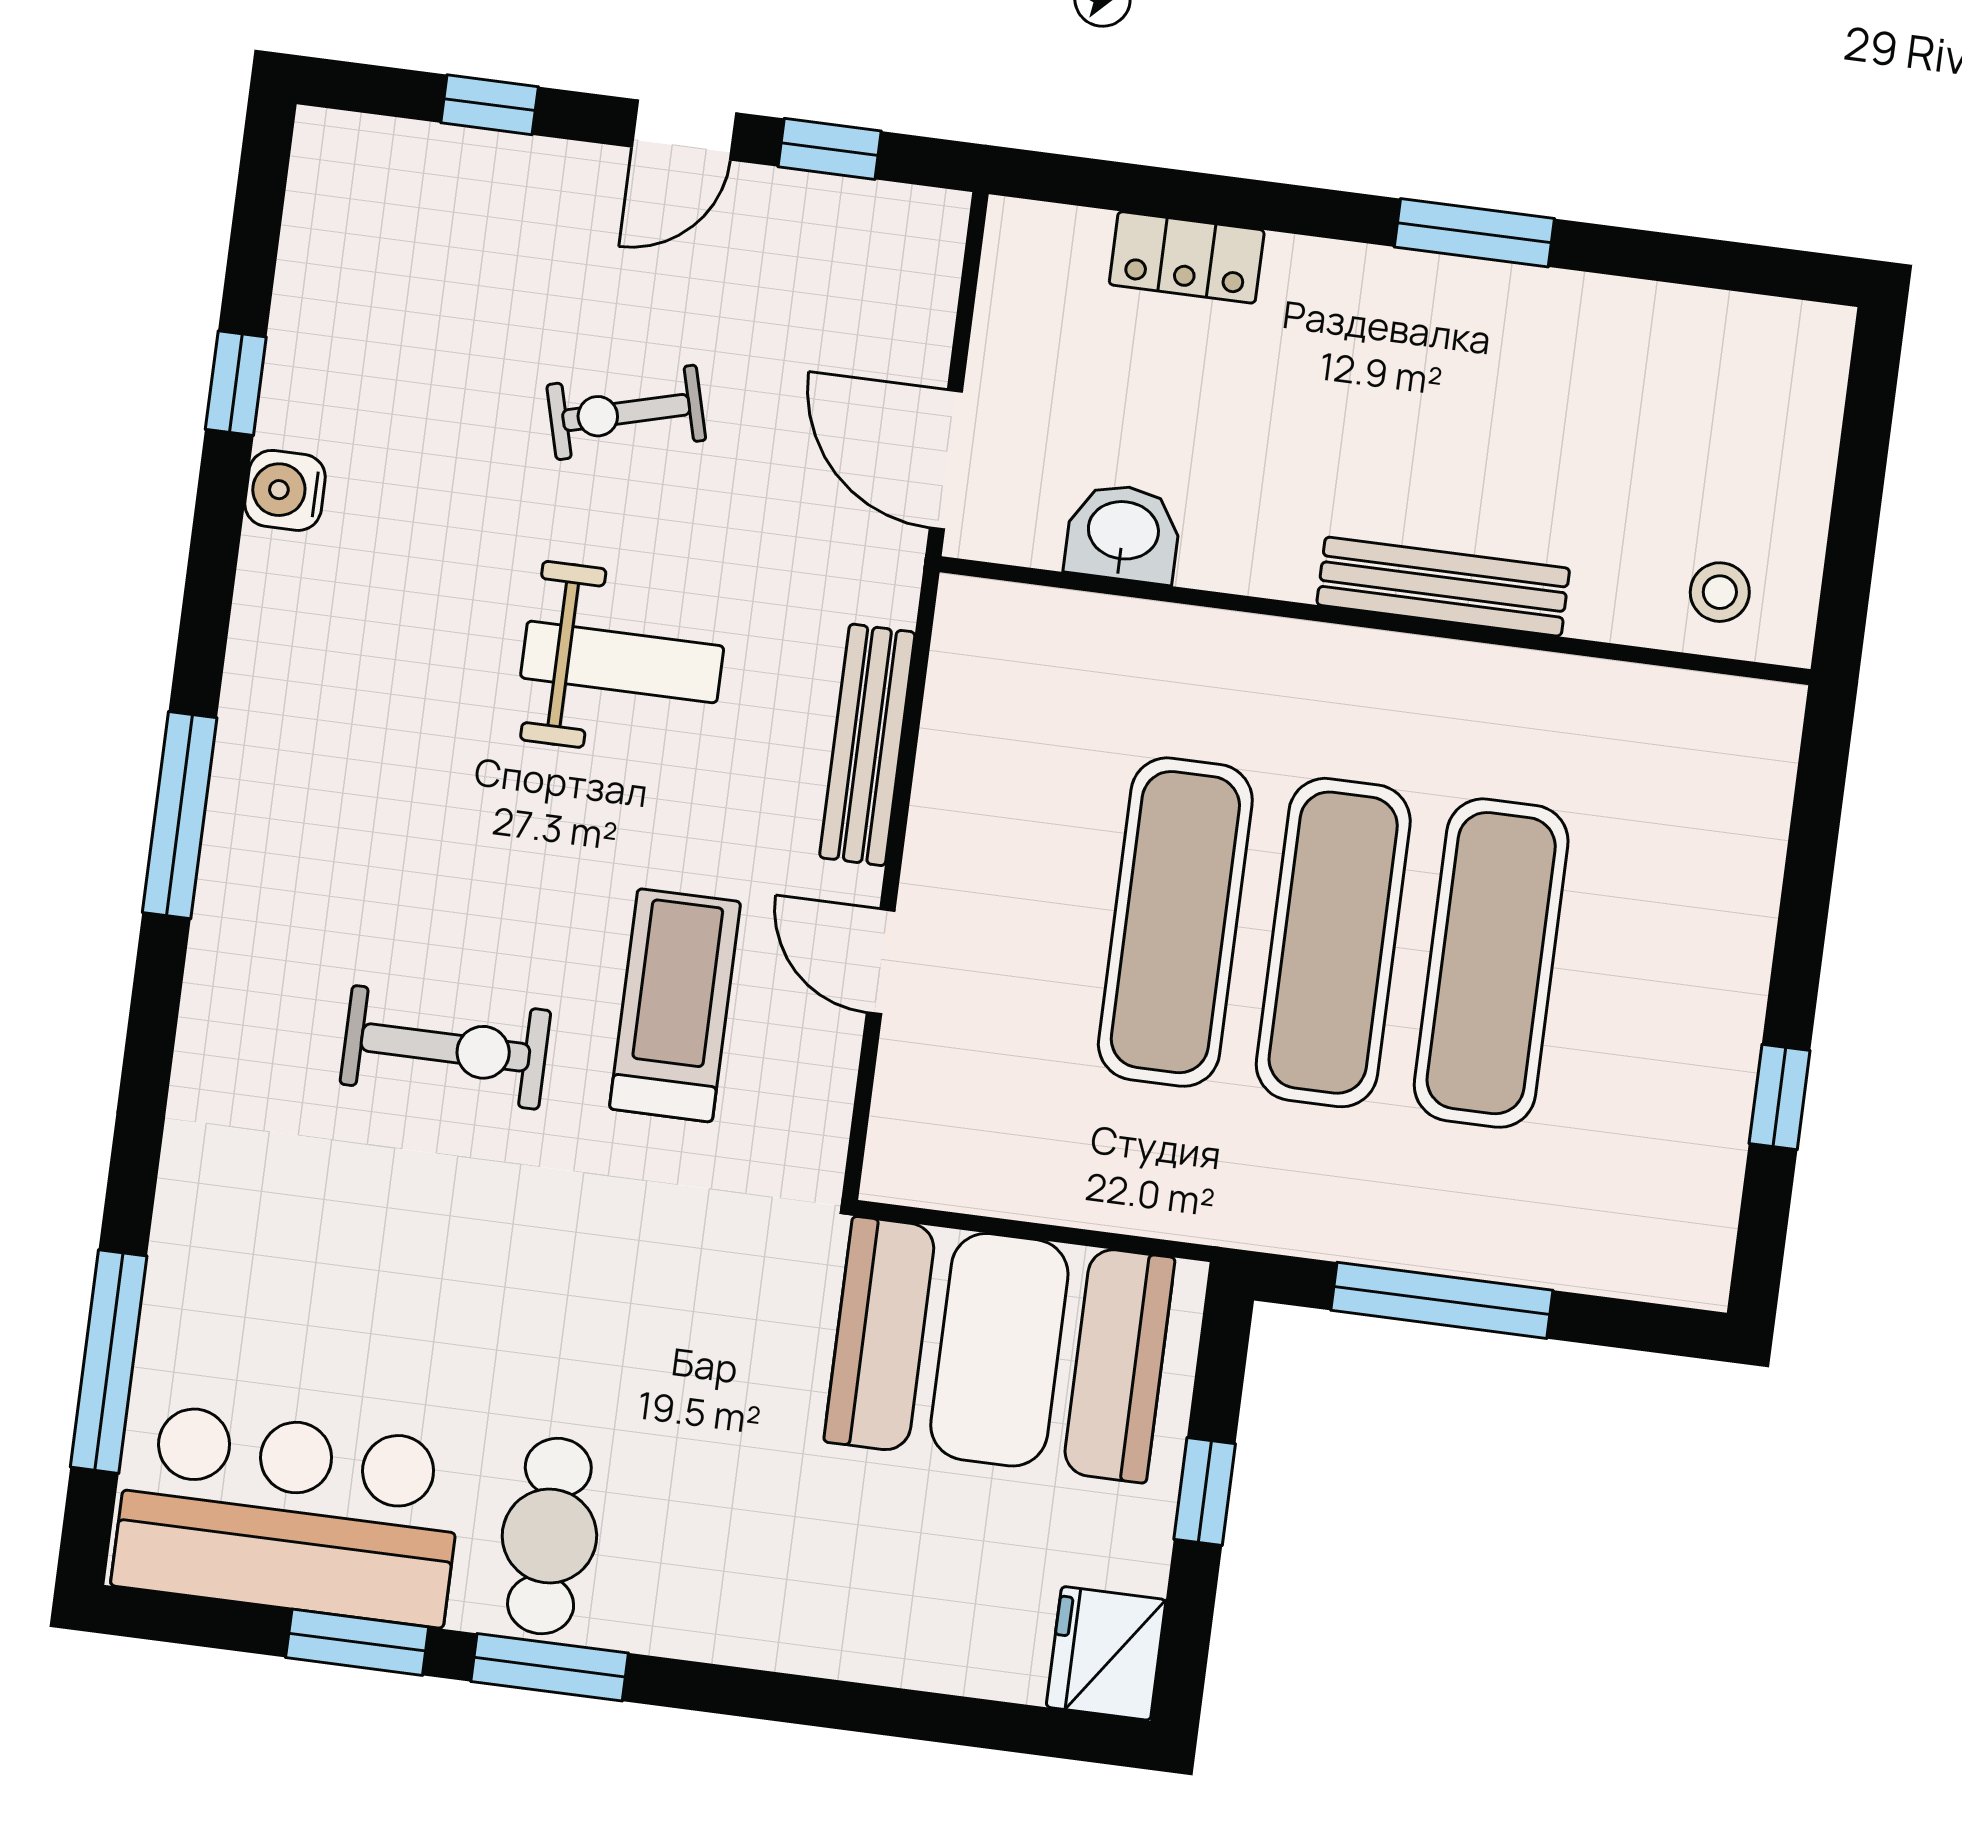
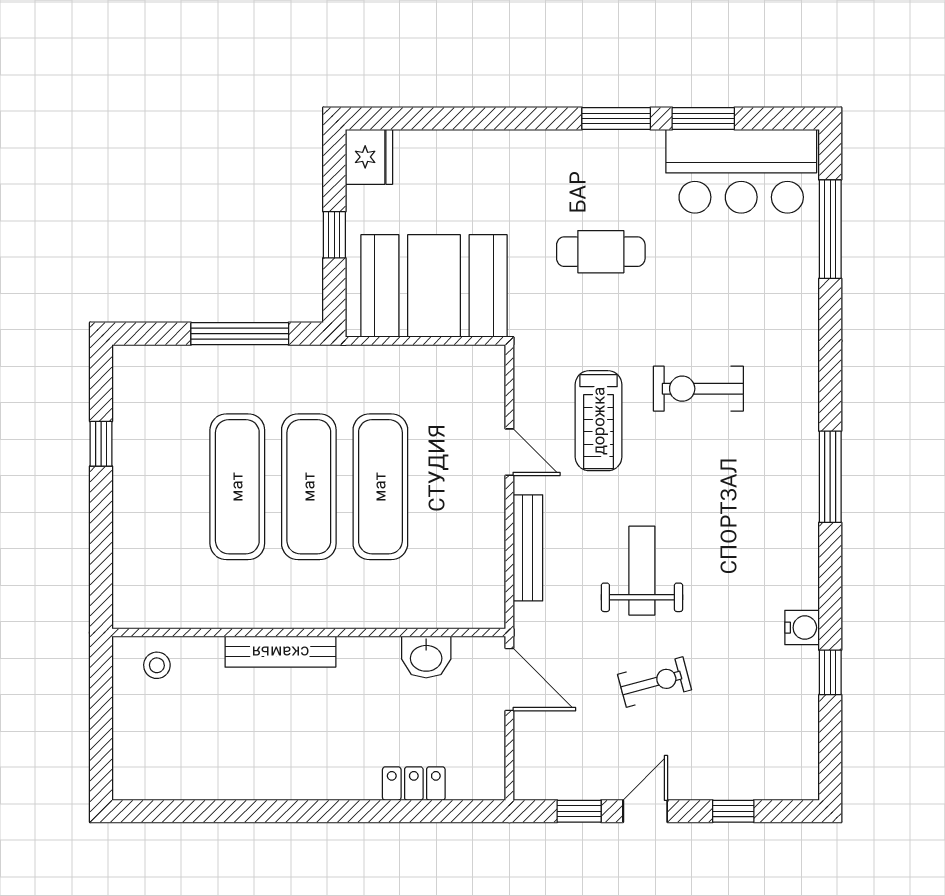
window: (1474, 233) -> (287, 811), removed
weight bench: (622, 662) -> (642, 571), turned 90
cafe table: (549, 1536) -> (601, 252), moved, turned 90

